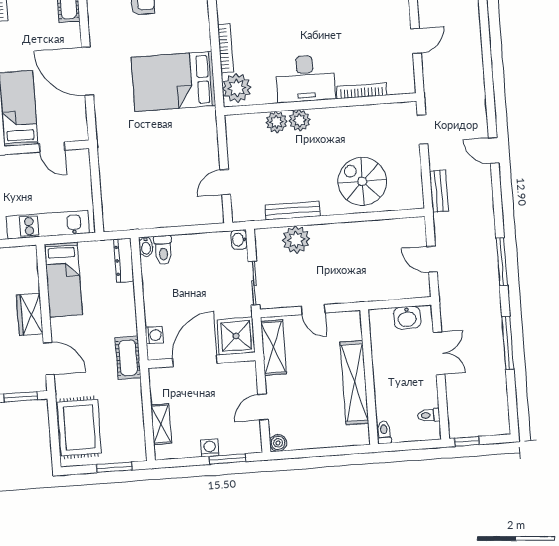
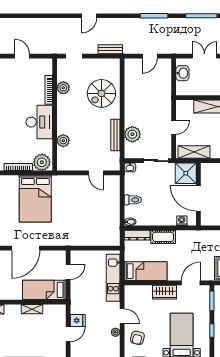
plant: (300, 120) -> (63, 88), moved
toilet: (163, 250) -> (133, 200), moved
cot: (128, 358) -> (163, 237), moved

